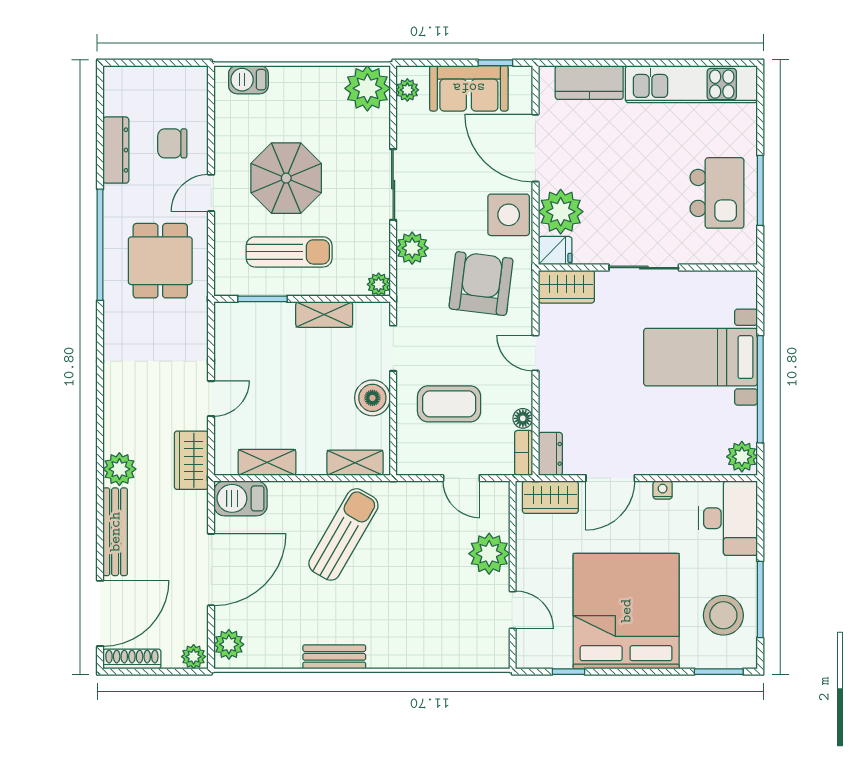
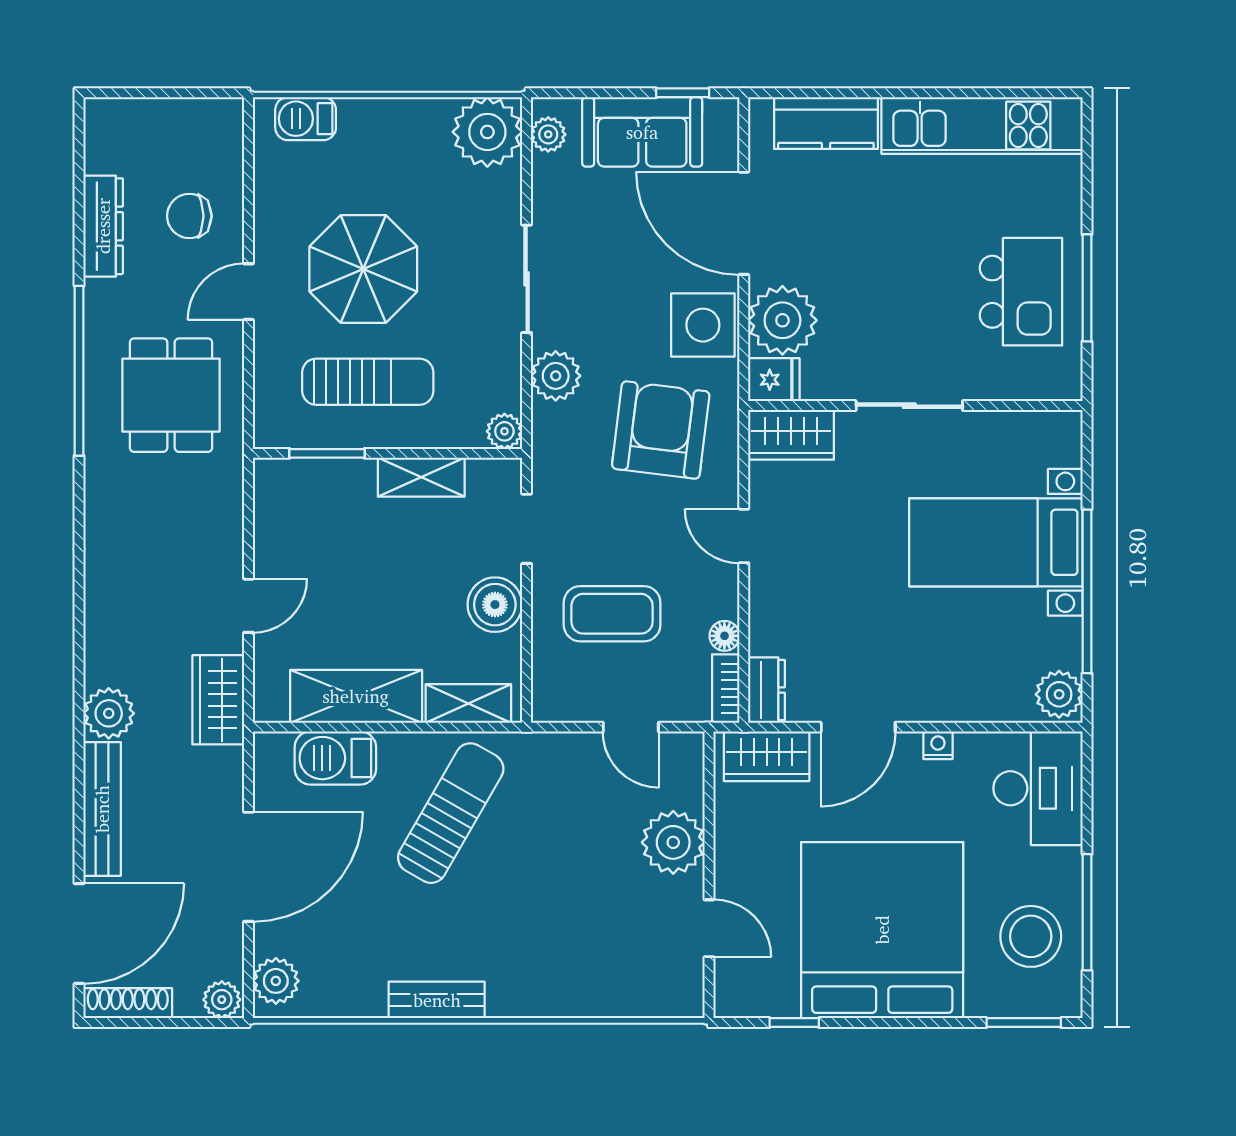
shelving: (267, 462) -> (356, 696), width x1.50, depth x1.33
barbecue: (241, 498) -> (335, 758), moved

